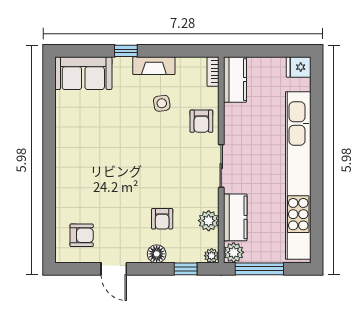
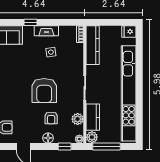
kitchen counter: (235, 80) -> (93, 45), width x1.50
armchair: (201, 121) -> (44, 91), moved, width x1.88, depth x1.88

